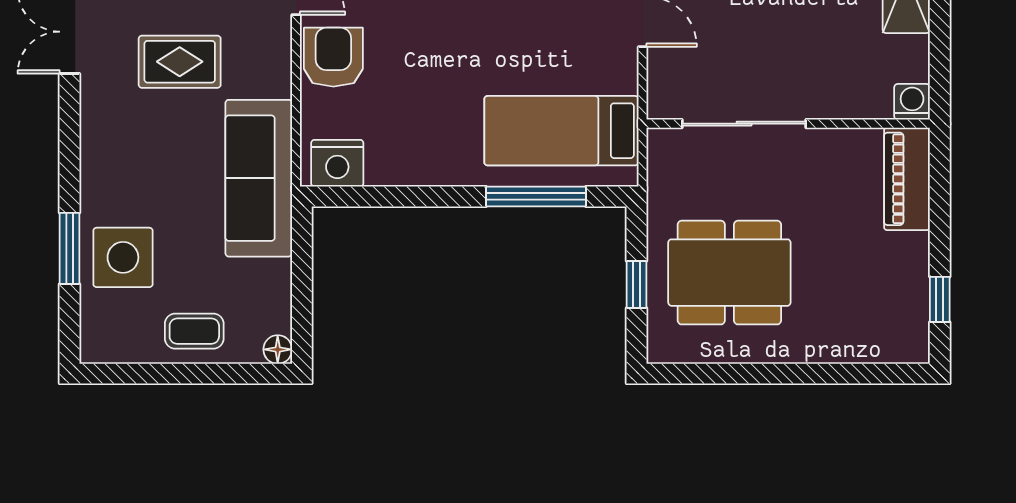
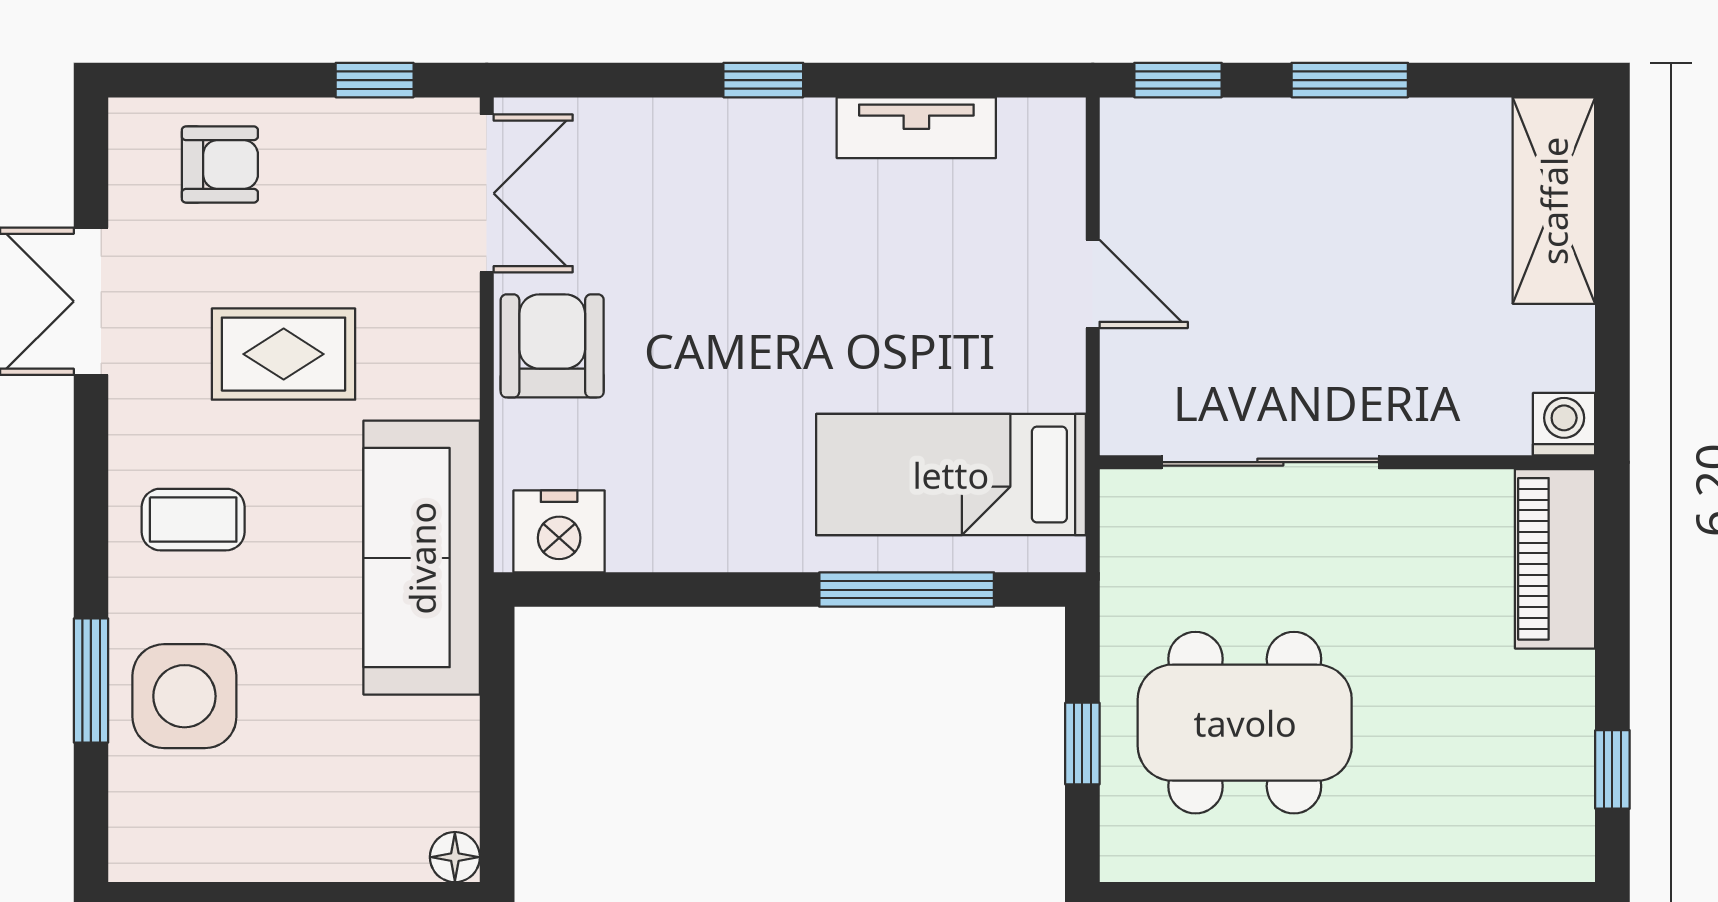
coffee table: (194, 331) -> (193, 520), moved

